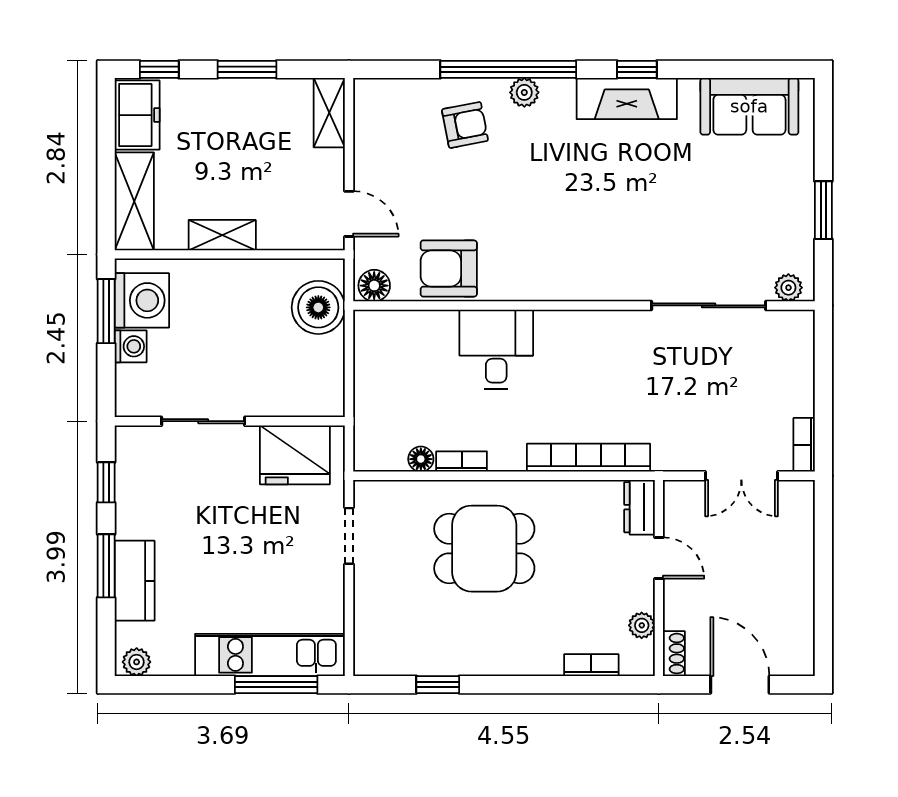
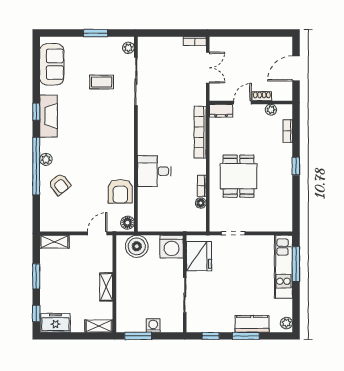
armchair: (465, 125) -> (60, 184), turned 153
shelving: (134, 201) -> (99, 326), width x0.67, depth x0.75
coffee table: (707, 224) -> (102, 82), added
washing machine: (142, 300) -> (172, 247), moved, turned 180
shoe rack: (674, 654) -> (262, 96), moved
window: (438, 685) -> (296, 166), moved

